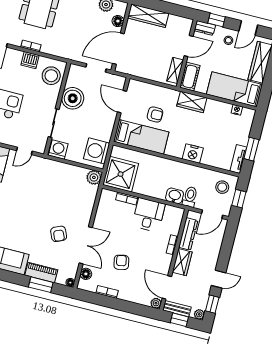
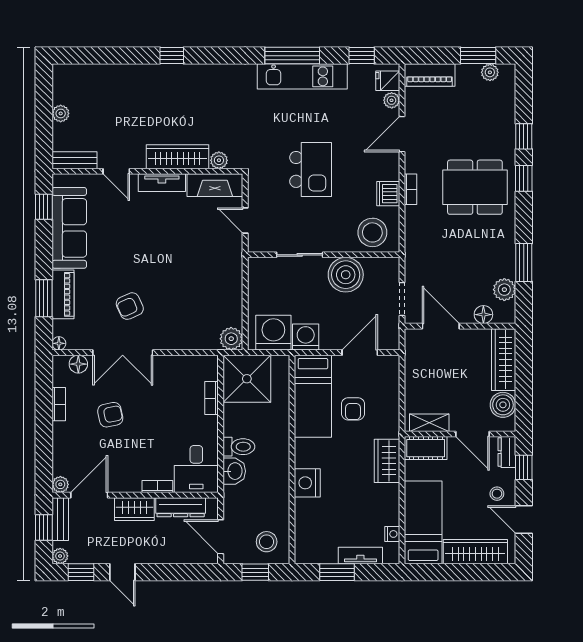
boiler: (176, 23) -> (503, 405), added
door: (118, 49) -> (441, 326), width x0.73
washing machine: (58, 149) -> (306, 337), moved, turned -90
tv unit: (238, 159) -> (360, 556), moved
toilet: (190, 197) -> (239, 447), moved
desk: (149, 215) -> (196, 469), moved, turned 90

